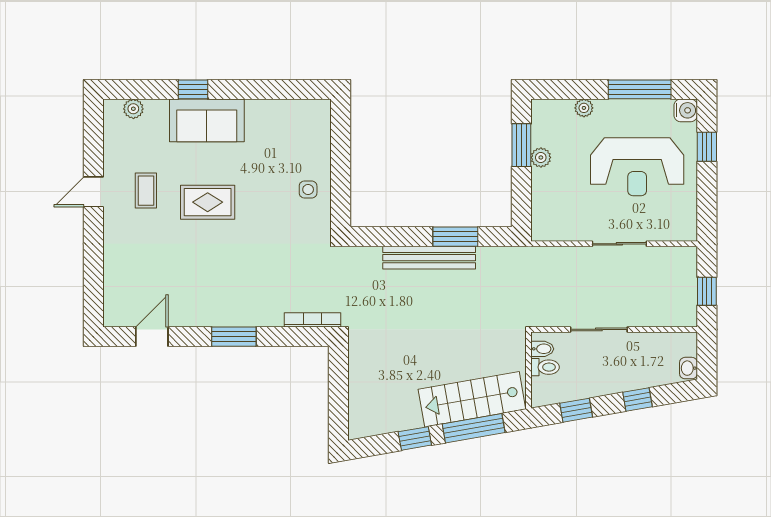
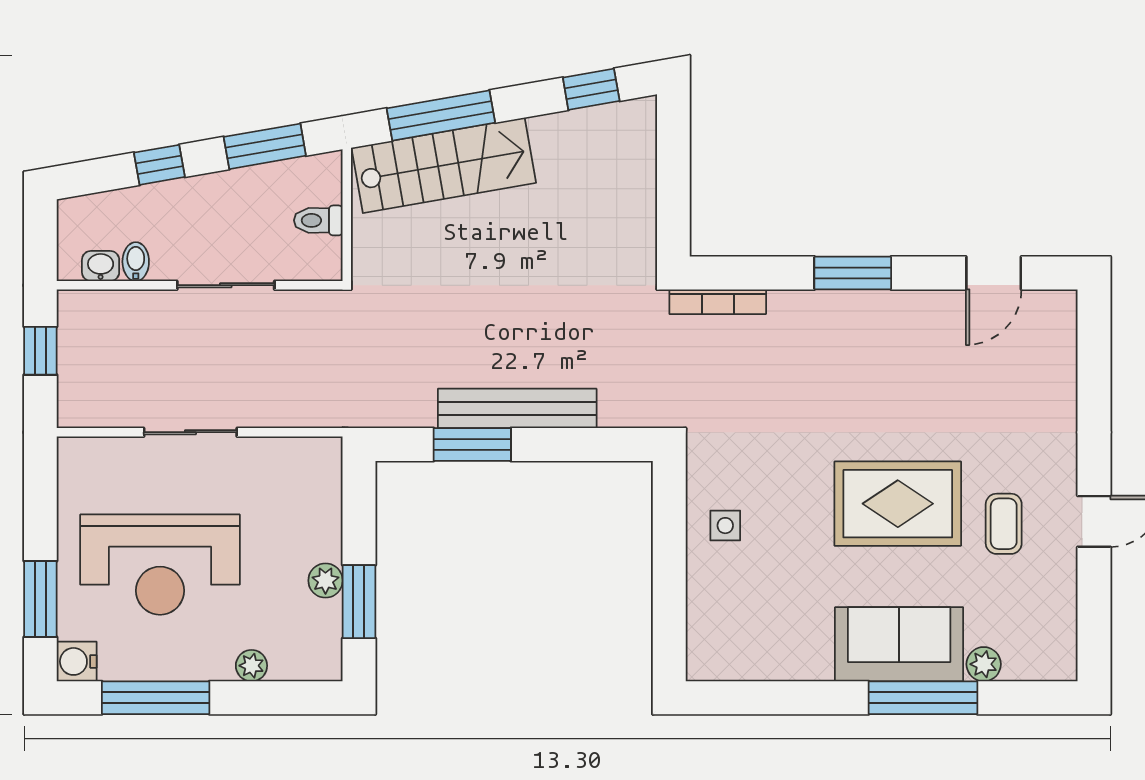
window: (193, 89) -> (923, 698), width x2.17
plant: (133, 109) -> (984, 664), moved
window: (707, 147) -> (40, 599), width x1.50
reception desk: (637, 167) -> (160, 565), turned 180
rug: (208, 202) -> (898, 504), width x1.36, depth x1.43
bidet: (542, 349) -> (136, 262), moved, turned 90
washbasin: (688, 368) -> (101, 266), moved, turned -90
window: (576, 410) -> (265, 146), width x1.50
window: (415, 438) -> (591, 89), moved

